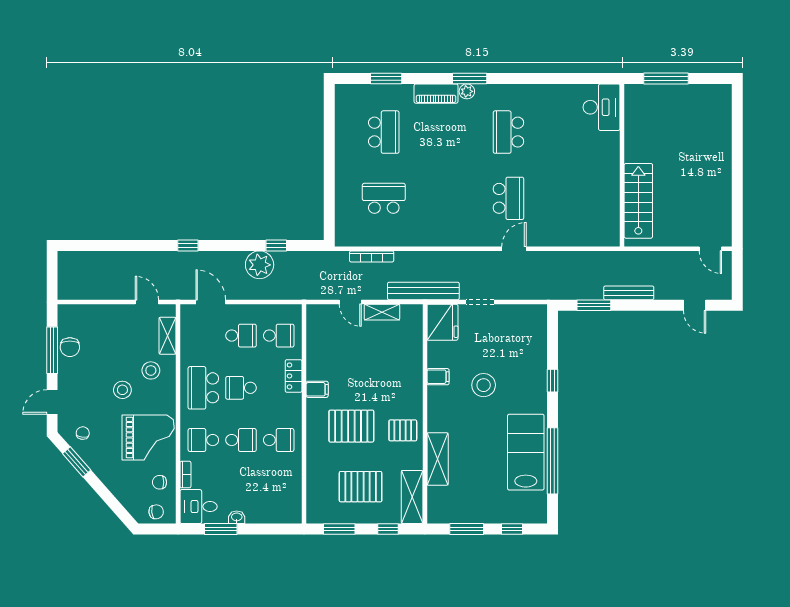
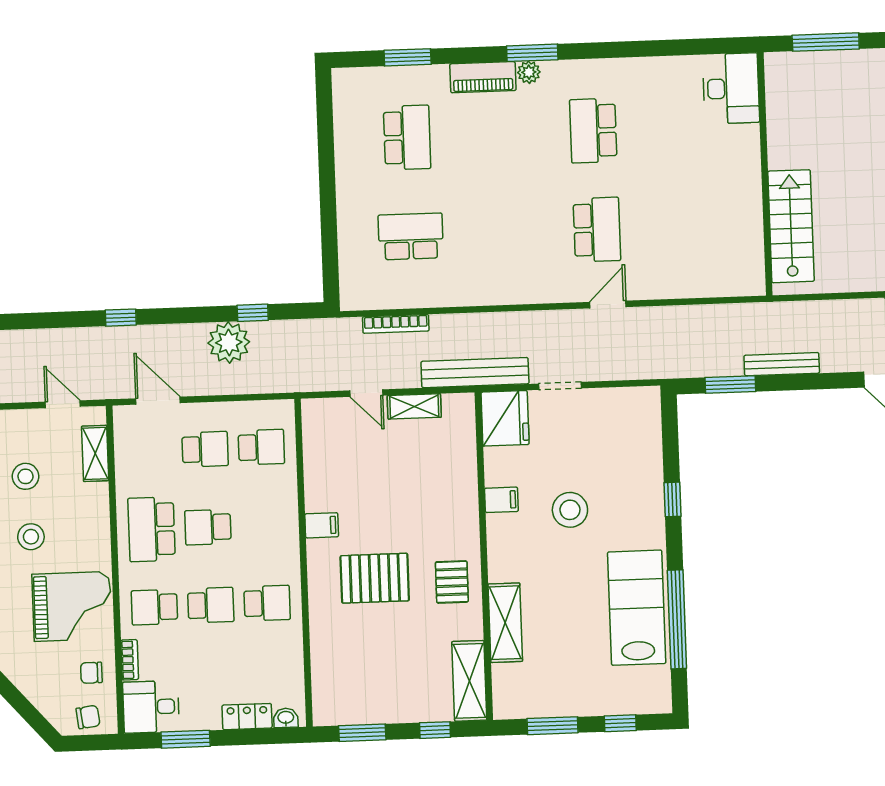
stool: (151, 370) -> (25, 476), moved
locker: (294, 376) -> (247, 717), moved, turned 90
pallet: (403, 430) -> (452, 582), turned 90
pallet: (361, 487) -> (392, 668), removed
washbasin: (237, 517) -> (286, 718), moved

